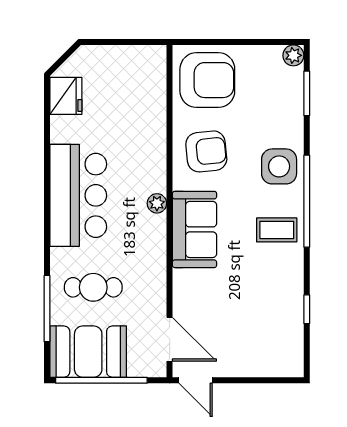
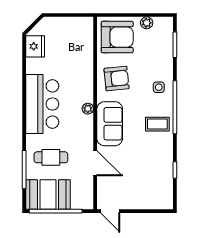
plant: (293, 55) -> (147, 23), moved
side table: (279, 166) -> (159, 87), width x0.54, depth x0.54
door: (170, 339) -> (95, 163), moved

